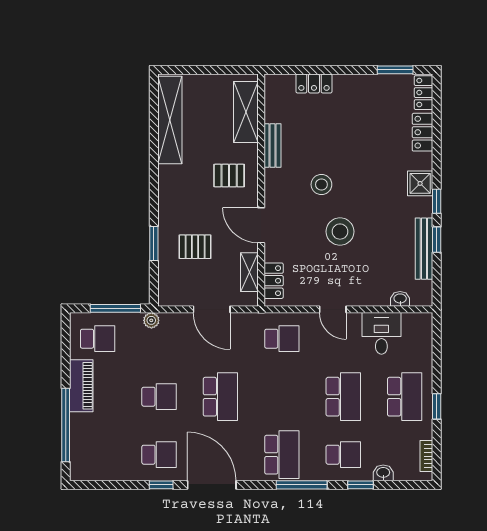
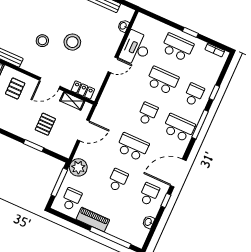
plant: (151, 320) -> (78, 167), width x1.87, depth x1.87
desk: (381, 333) -> (136, 48), width x1.37
school desk: (282, 339) -> (148, 114), moved
washbasin: (383, 473) -> (148, 222), moved

